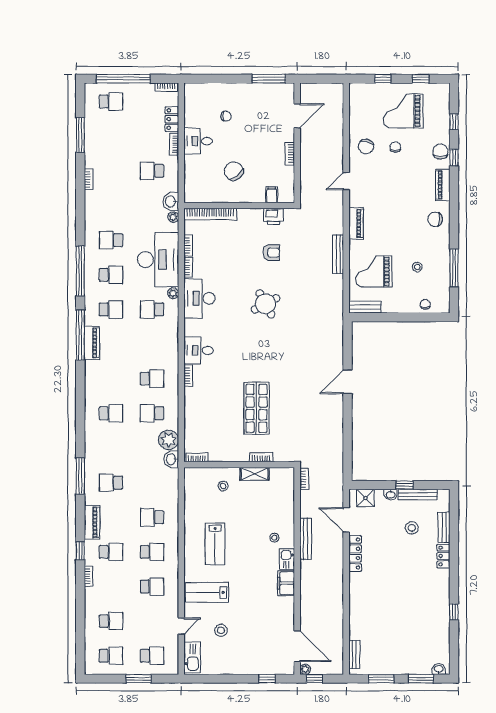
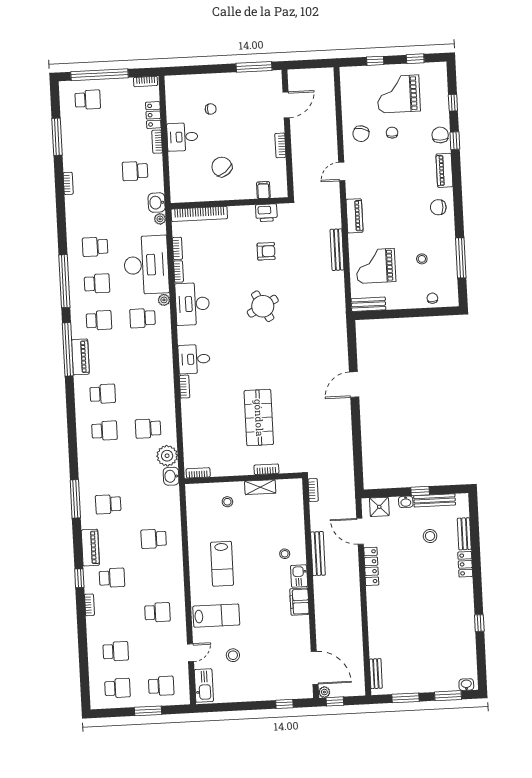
school desk: (152, 379) -> (103, 394), moved
school desk: (152, 552) -> (156, 576), removed
lab bench: (207, 592) -> (216, 616), turned 180

